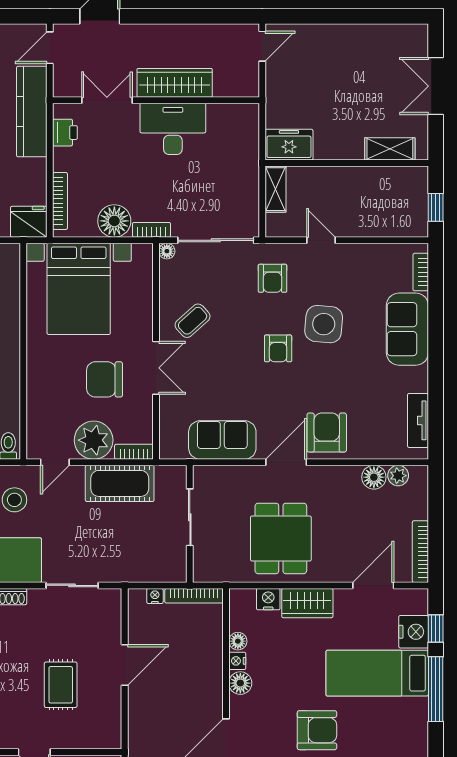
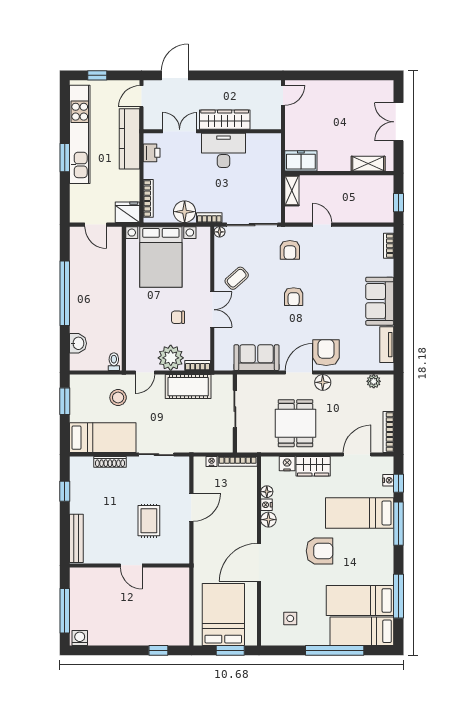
side table: (324, 324) -> (324, 280), removed
sofa: (407, 329) -> (380, 301), moved
chair: (104, 379) -> (178, 317), width x0.54, depth x0.54
floor lamp: (374, 477) -> (323, 382), moved
nightstand: (414, 632) -> (388, 480), width x0.53, depth x0.56

